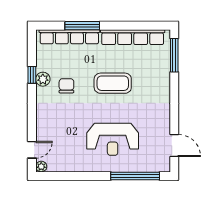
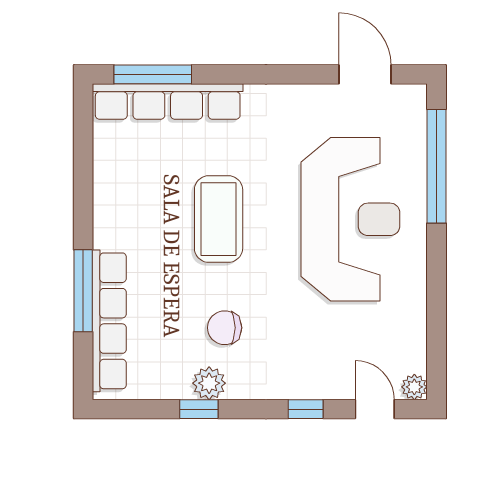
row of seats: (133, 37) -> (168, 102), moved, turned 90
window: (32, 120) -> (306, 409), added
reception desk: (113, 139) -> (350, 219), width x1.36, depth x1.30
door: (174, 146) -> (365, 74), hinge flipped

